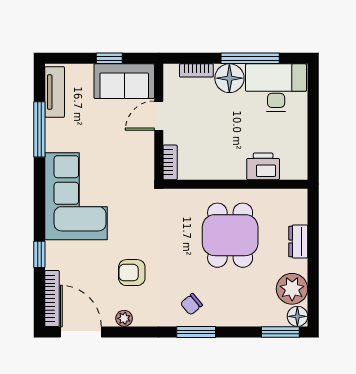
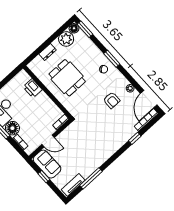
corner sofa: (76, 196) -> (103, 144), removed
dining table: (230, 235) -> (67, 78), turned 90

